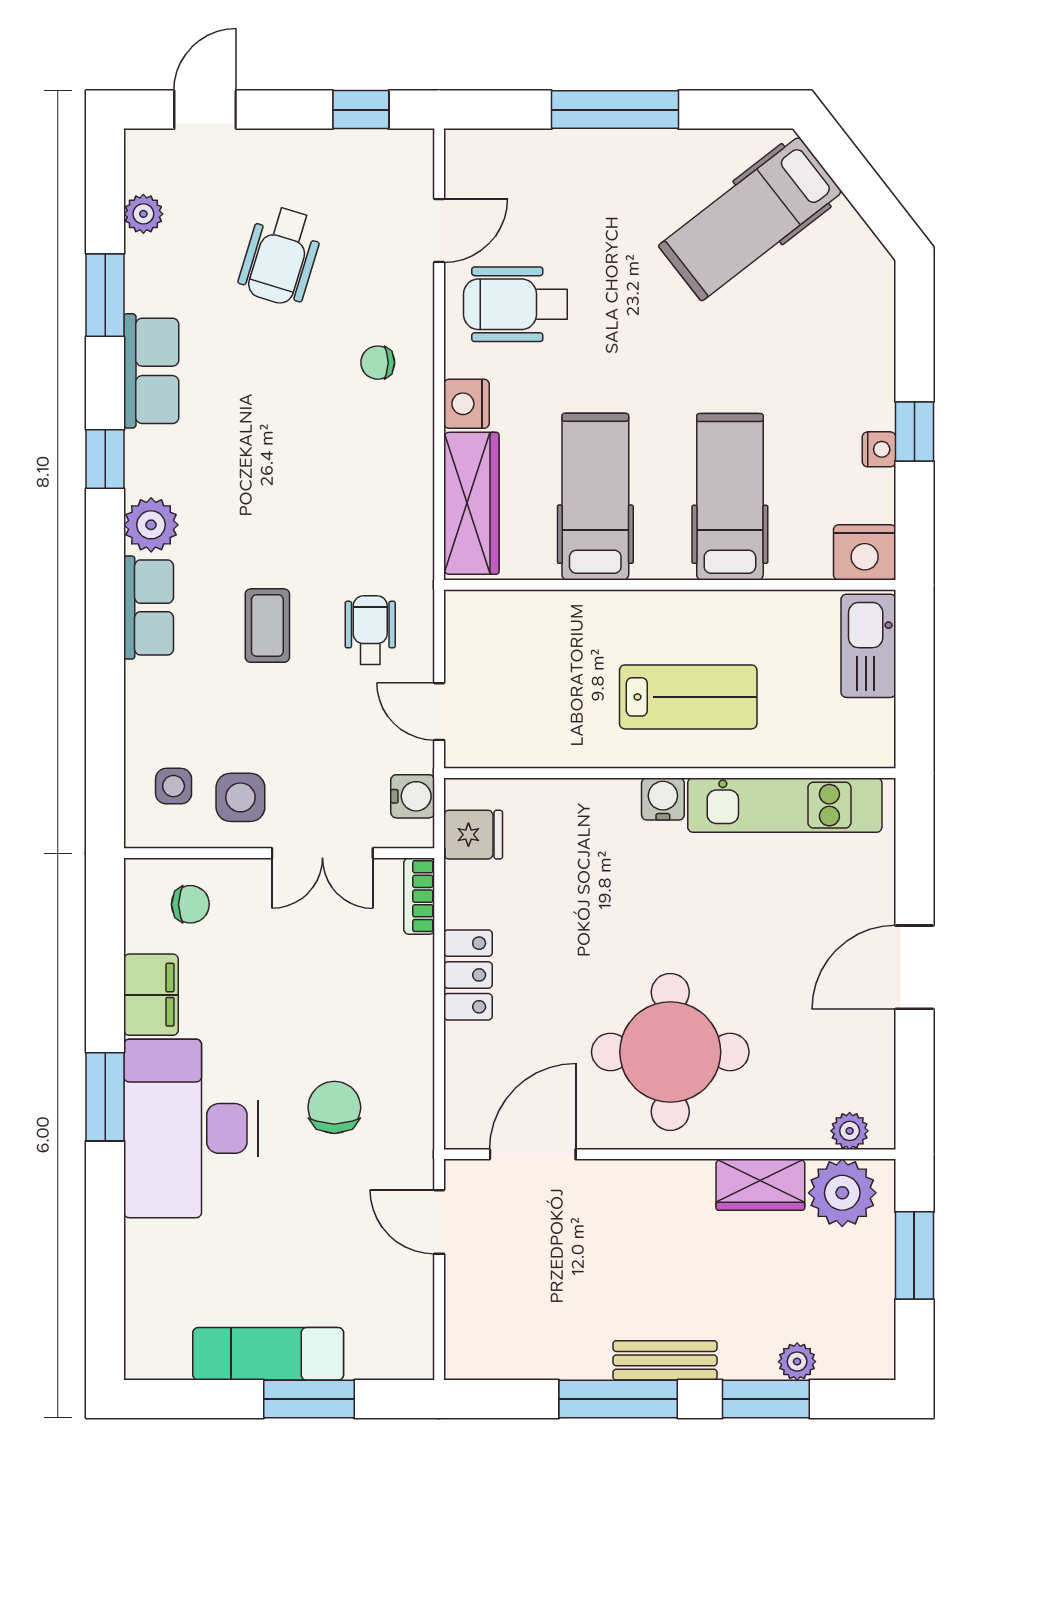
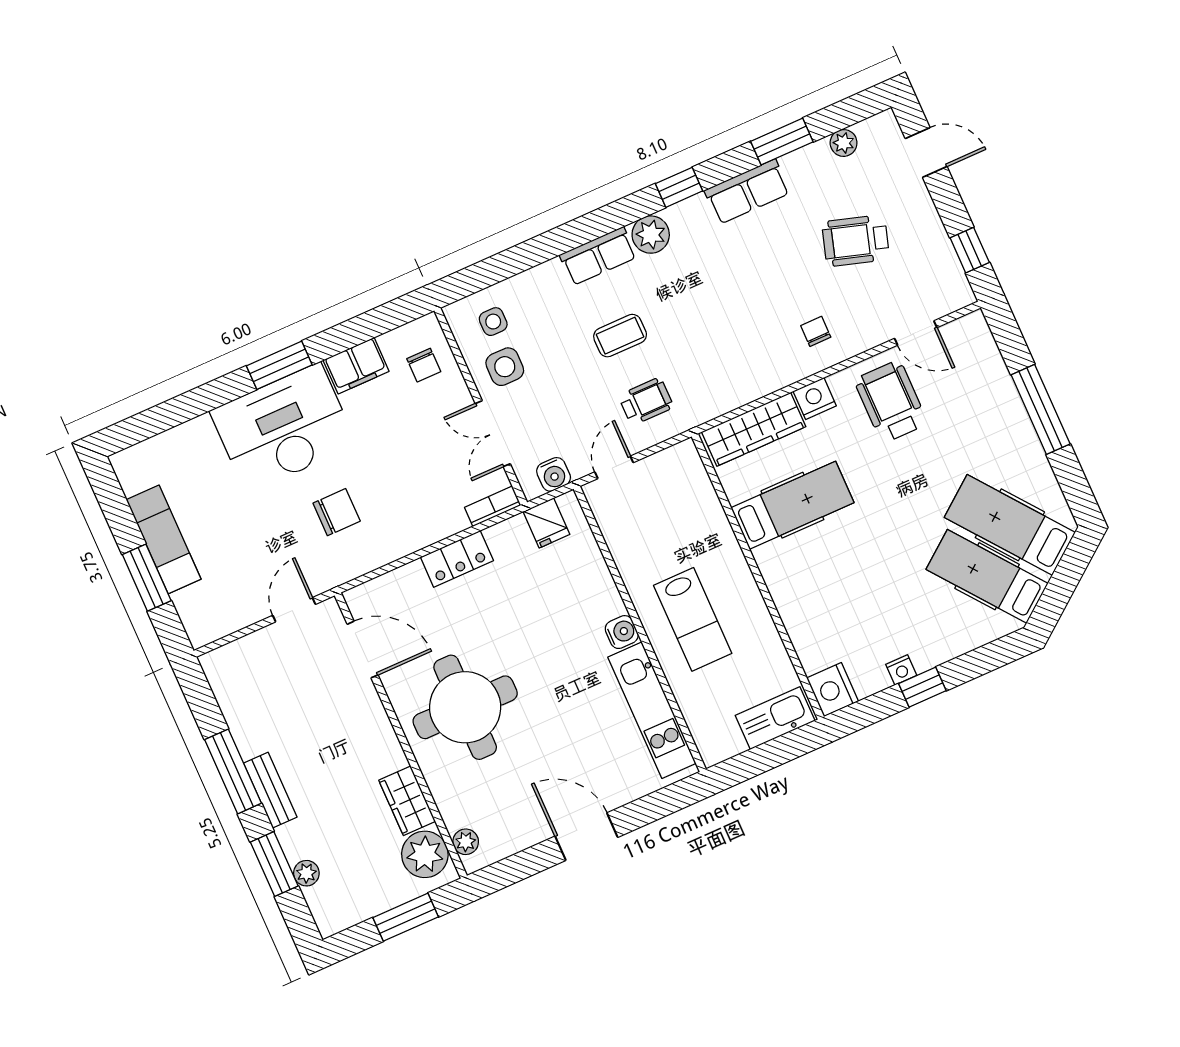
hospital bed: (730, 497) -> (987, 576), moved, turned -128

